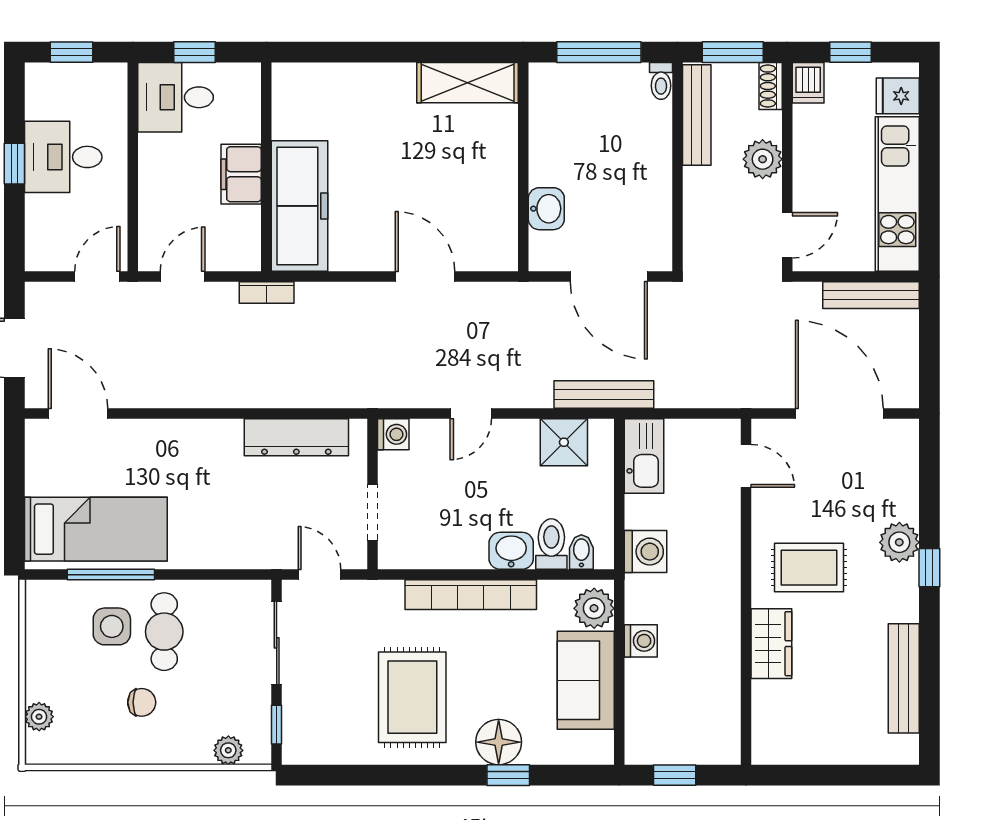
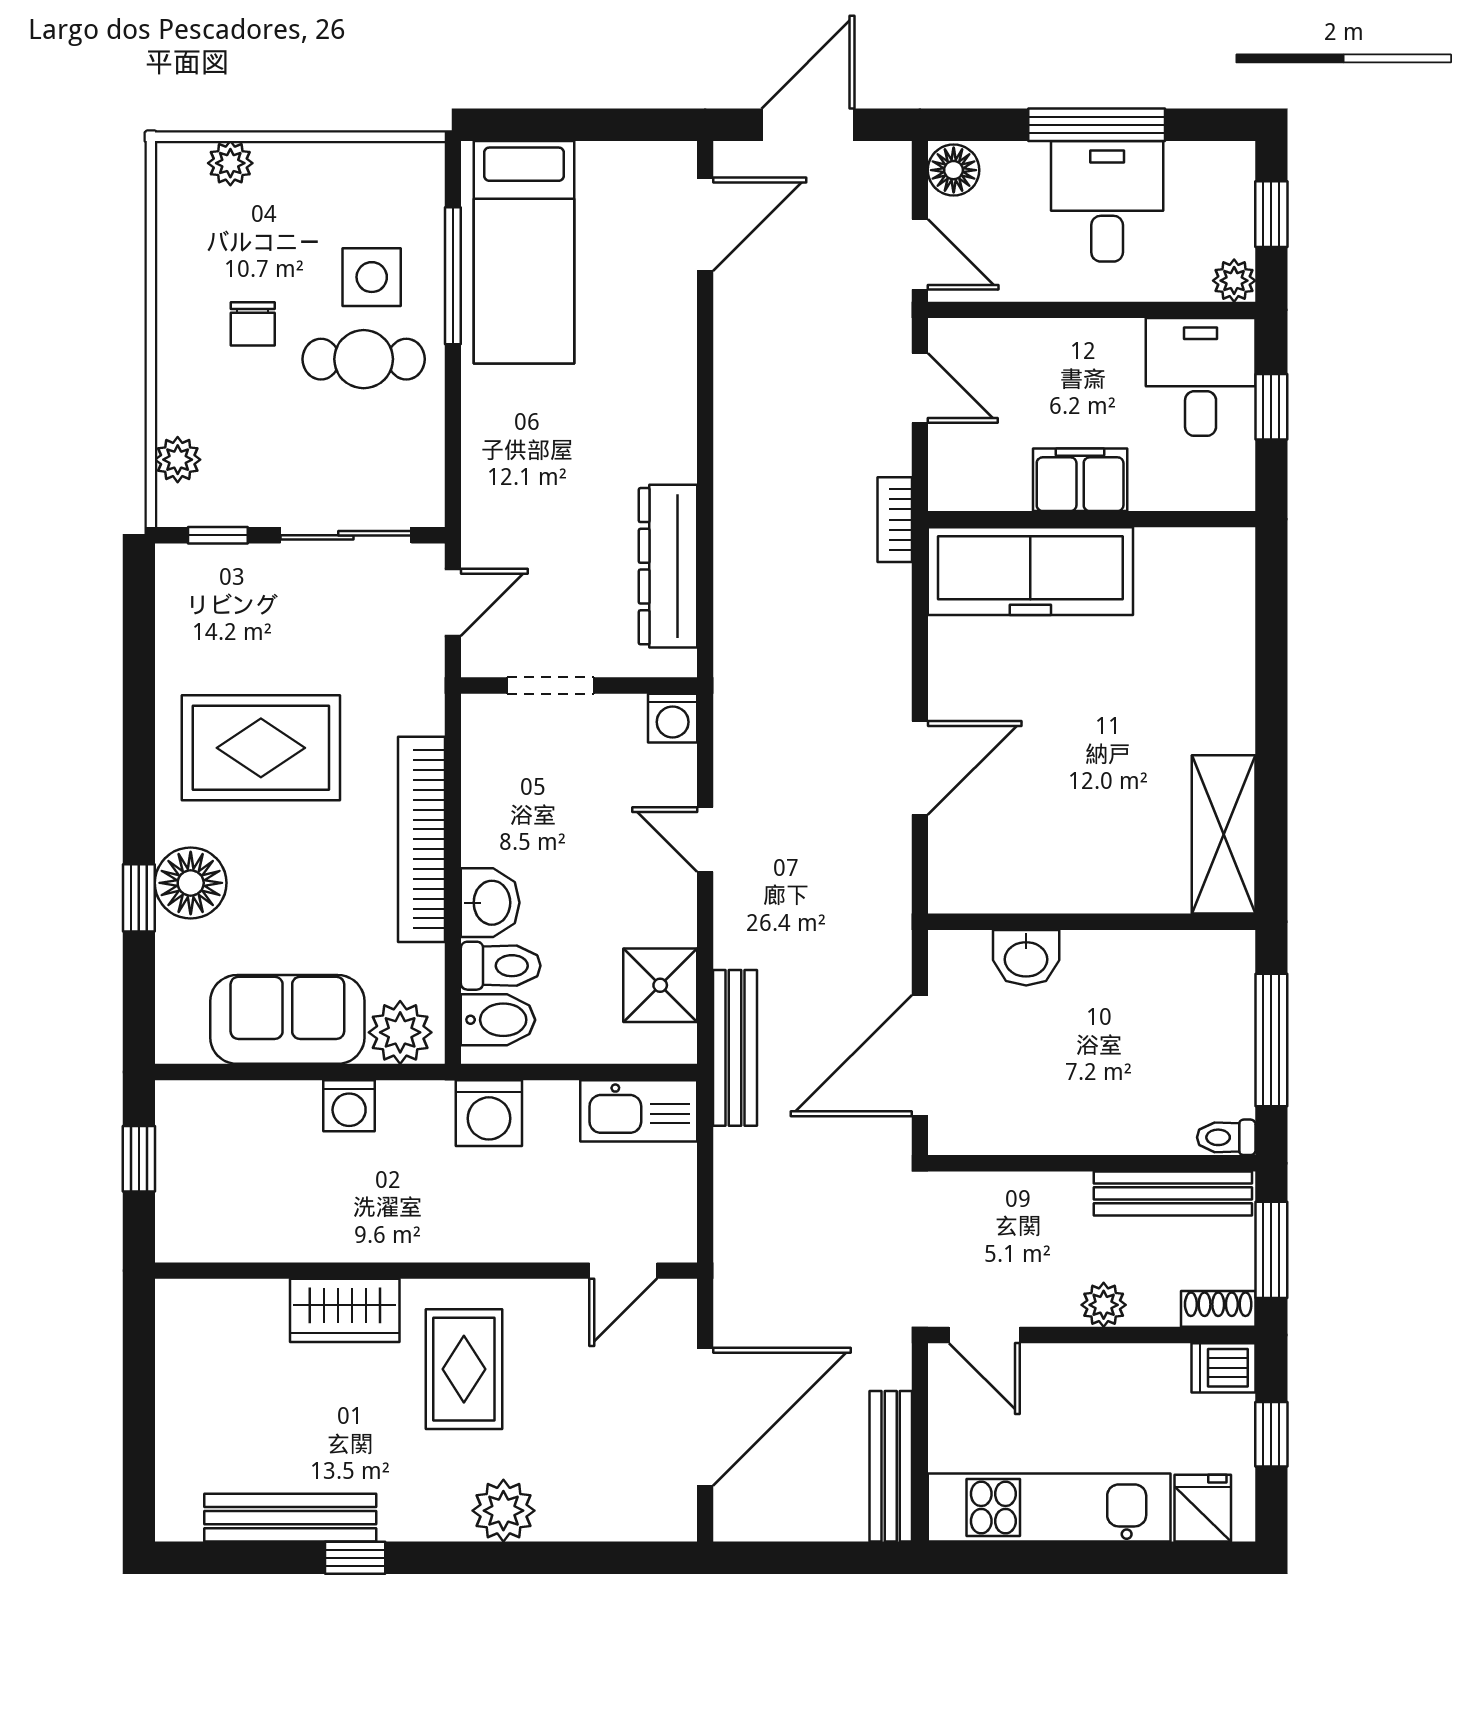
plant: (114, 76) -> (1234, 281), added
plant: (763, 159) -> (1104, 1305), width x0.73, depth x0.73
window: (14, 164) -> (1097, 125), width x2.17
floor lamp: (43, 255) -> (954, 170), added
bidet: (581, 552) -> (498, 1020), width x1.38, depth x1.36
window: (929, 568) -> (355, 1558), moved

